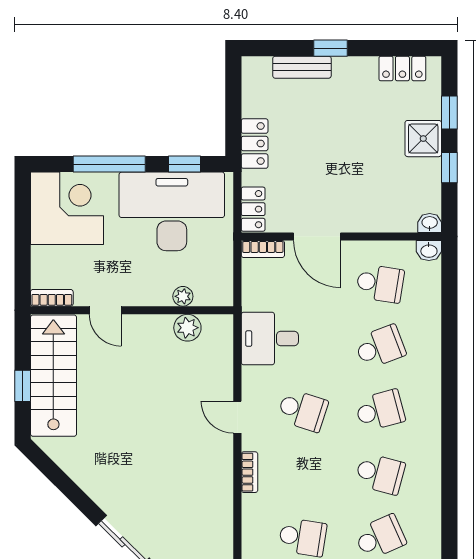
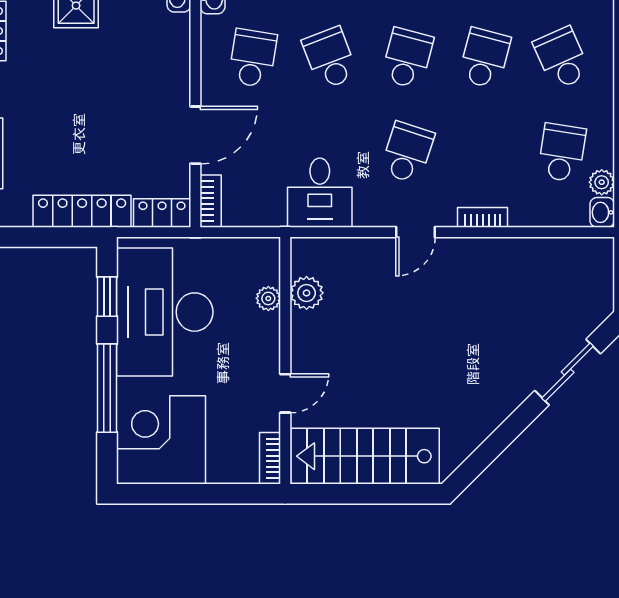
locker: (255, 144) -> (82, 211), width x1.53
window: (23, 386) -> (377, 494), removed
school desk: (380, 410) -> (407, 58), turned 30

